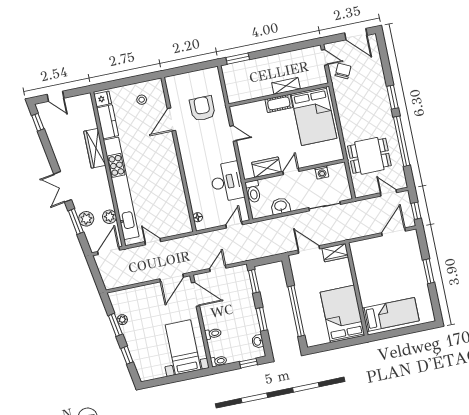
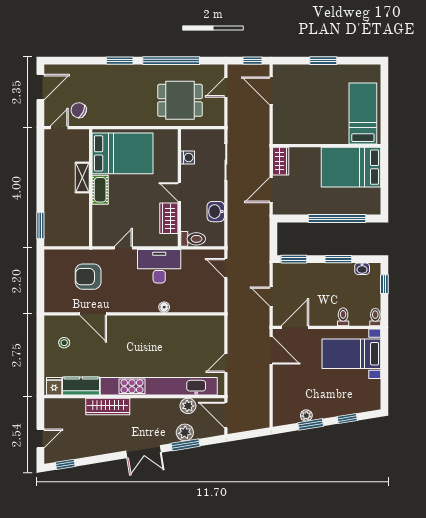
dining table: (369, 156) -> (180, 100), turned 90
desk: (227, 182) -> (159, 266), moved
floor lamp: (198, 217) -> (164, 307), moved

